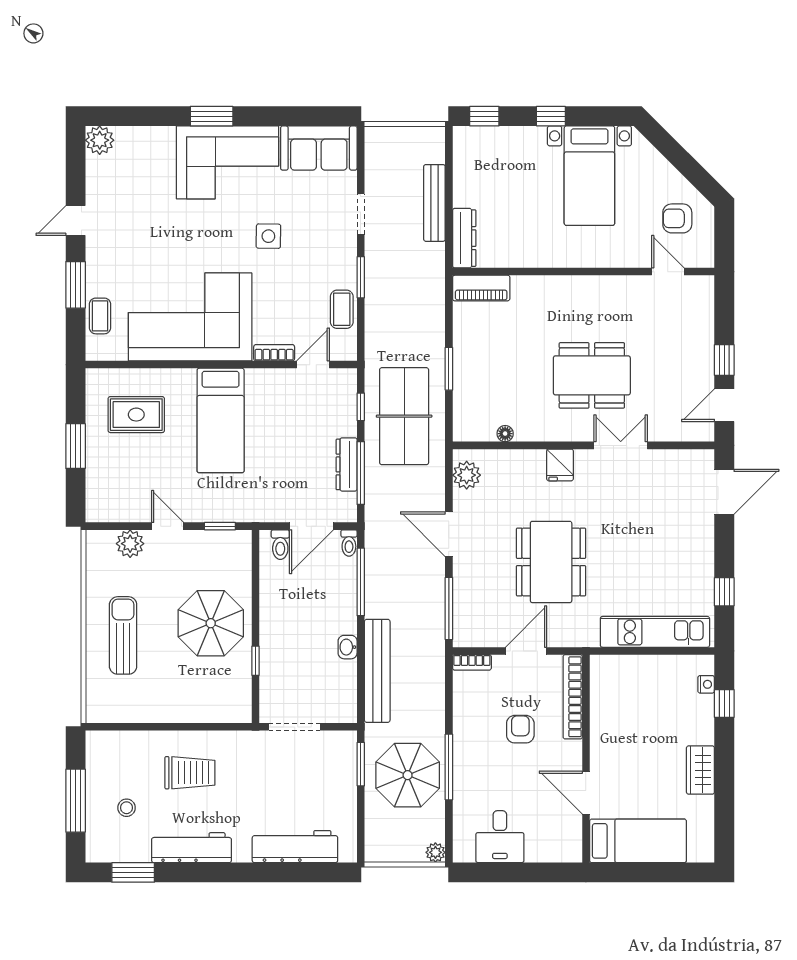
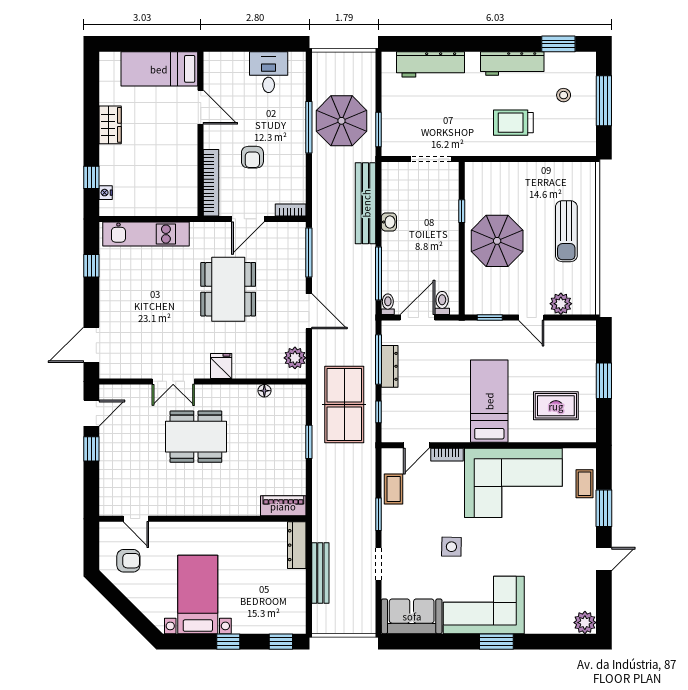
plant: (435, 852) -> (319, 60), removed

